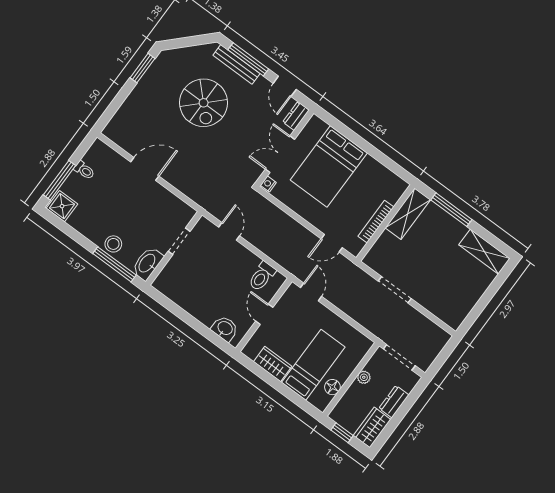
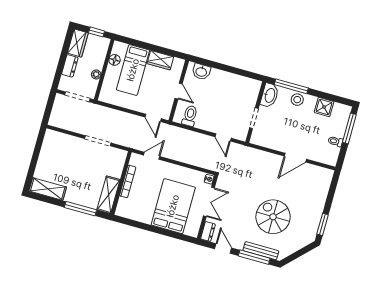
shower: (62, 206) -> (324, 107), moved

